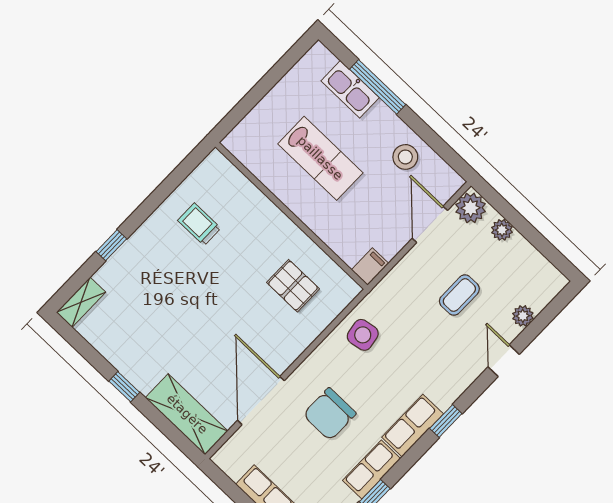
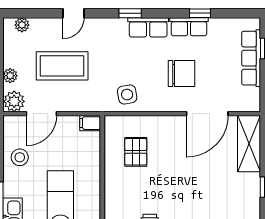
coffee table: (459, 295) -> (62, 66), width x1.86, depth x1.72
plant: (523, 316) -> (22, 25), moved

